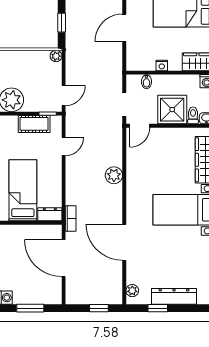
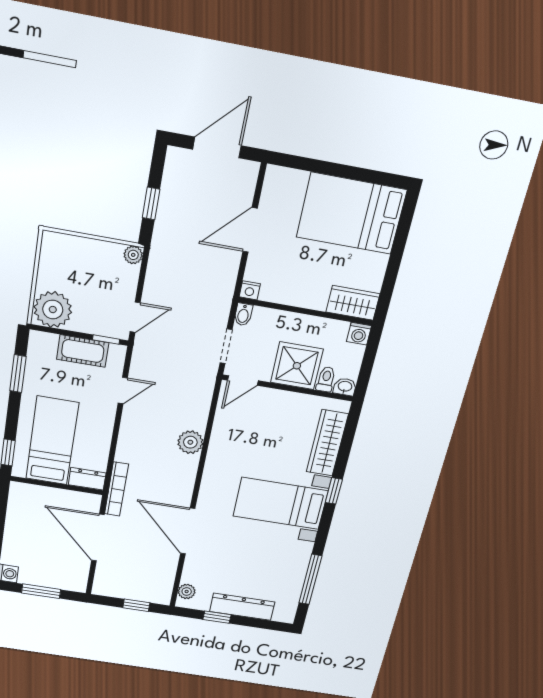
nightstand: (162, 65) -> (250, 290), moved
bidet: (146, 82) -> (243, 314), moved
bookcase: (71, 219) -> (116, 489), width x1.56

